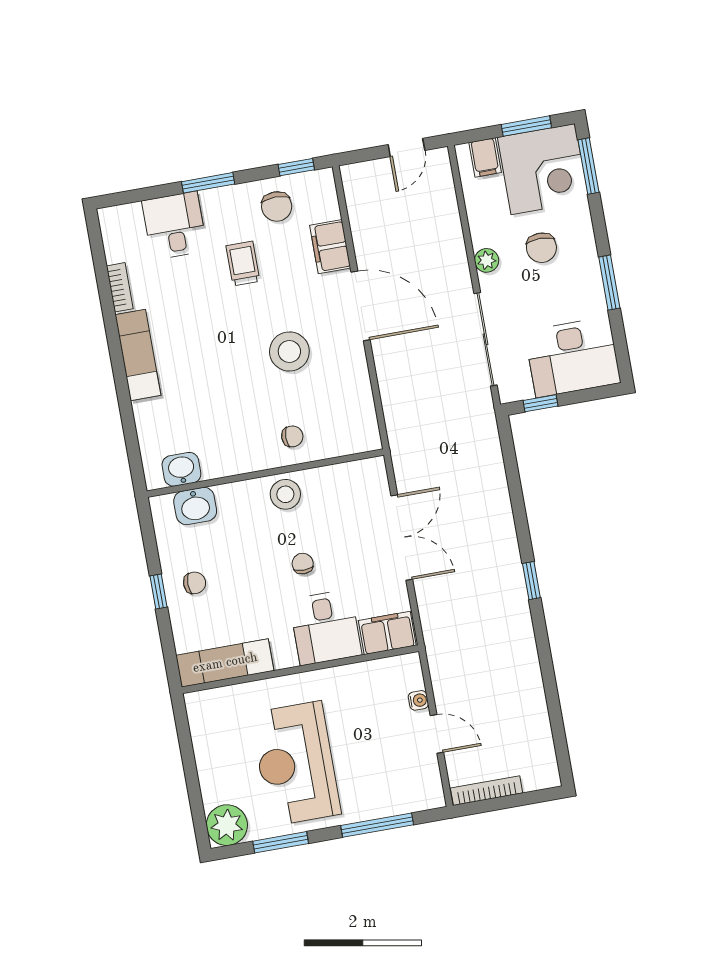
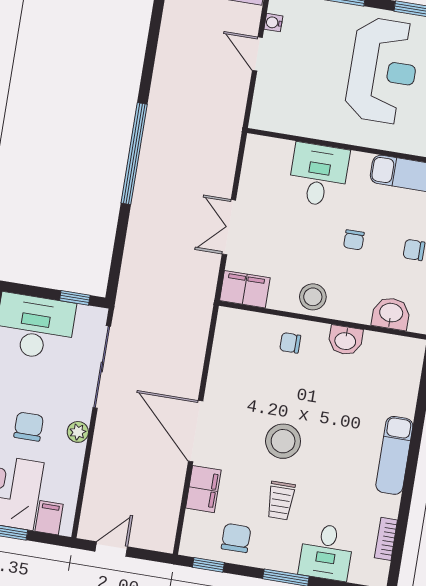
bookcase: (120, 287) -> (386, 539), moved
stool: (289, 351) -> (283, 441), moved
washbasin: (181, 469) -> (345, 340), moved
double door: (402, 537) -> (229, 227), width x0.73
chair: (303, 564) -> (354, 240), moved
window: (531, 581) -> (134, 154), width x3.17
filing cabinet: (387, 633) -> (245, 289), moved, turned 180
water cooler: (418, 700) -> (273, 23), moved

